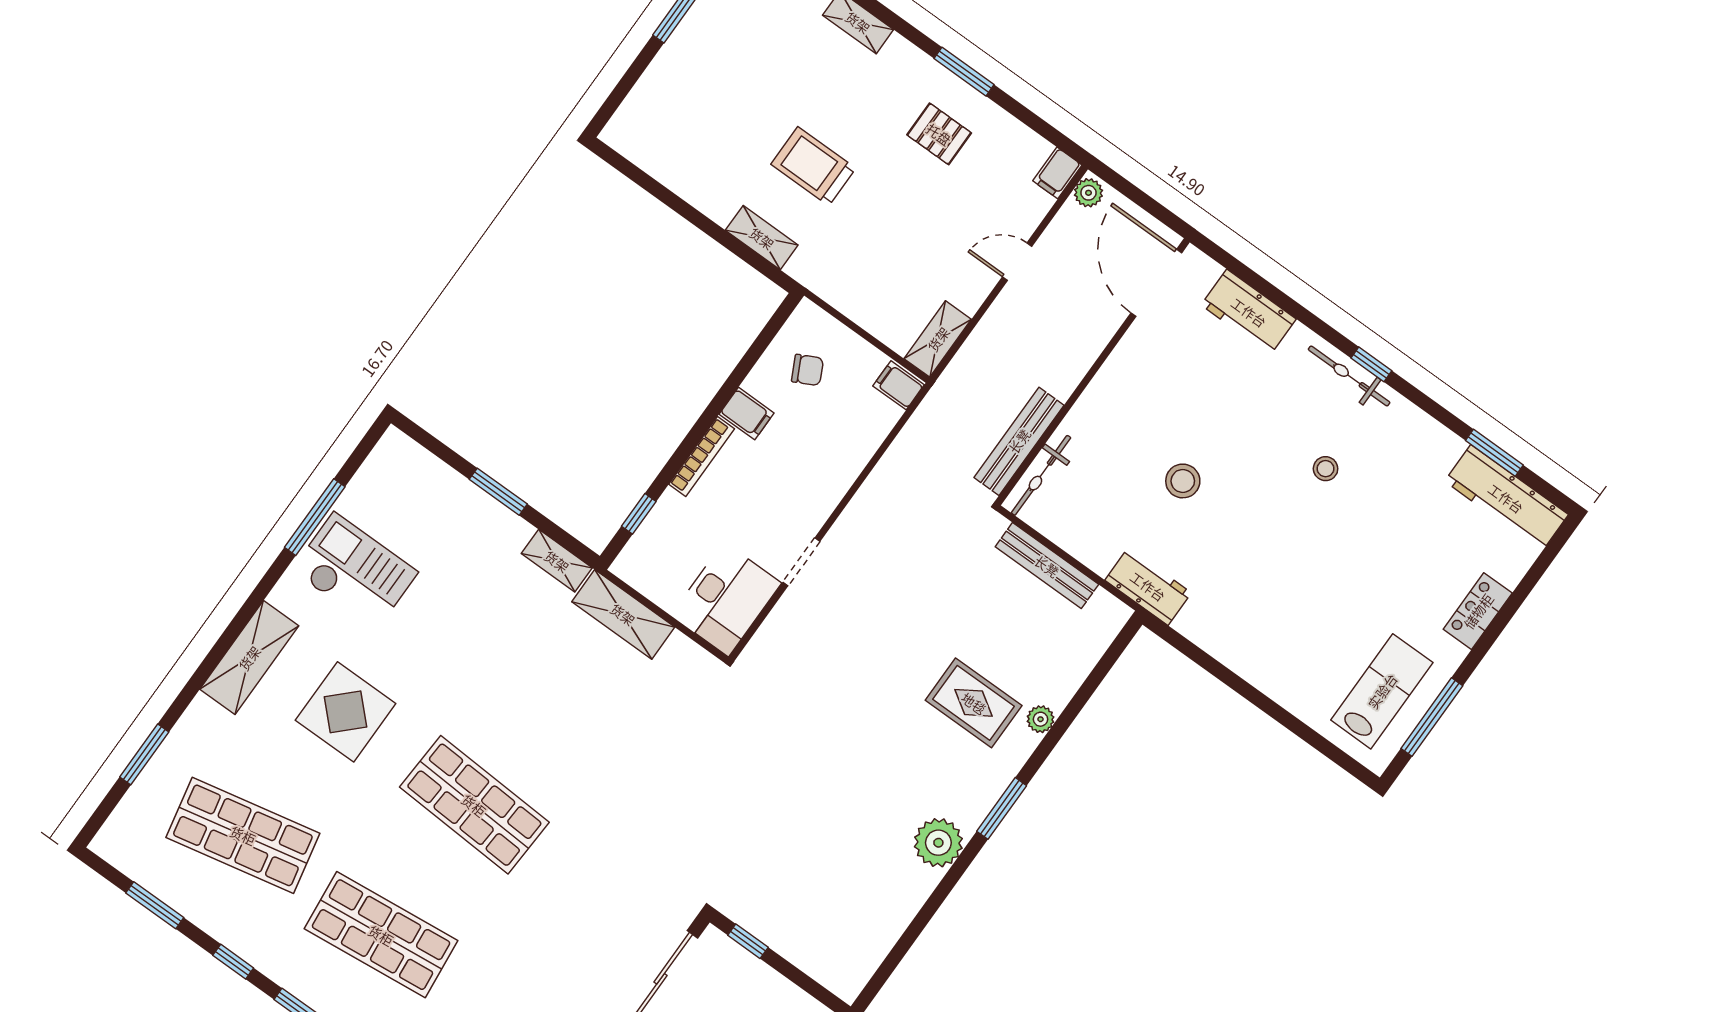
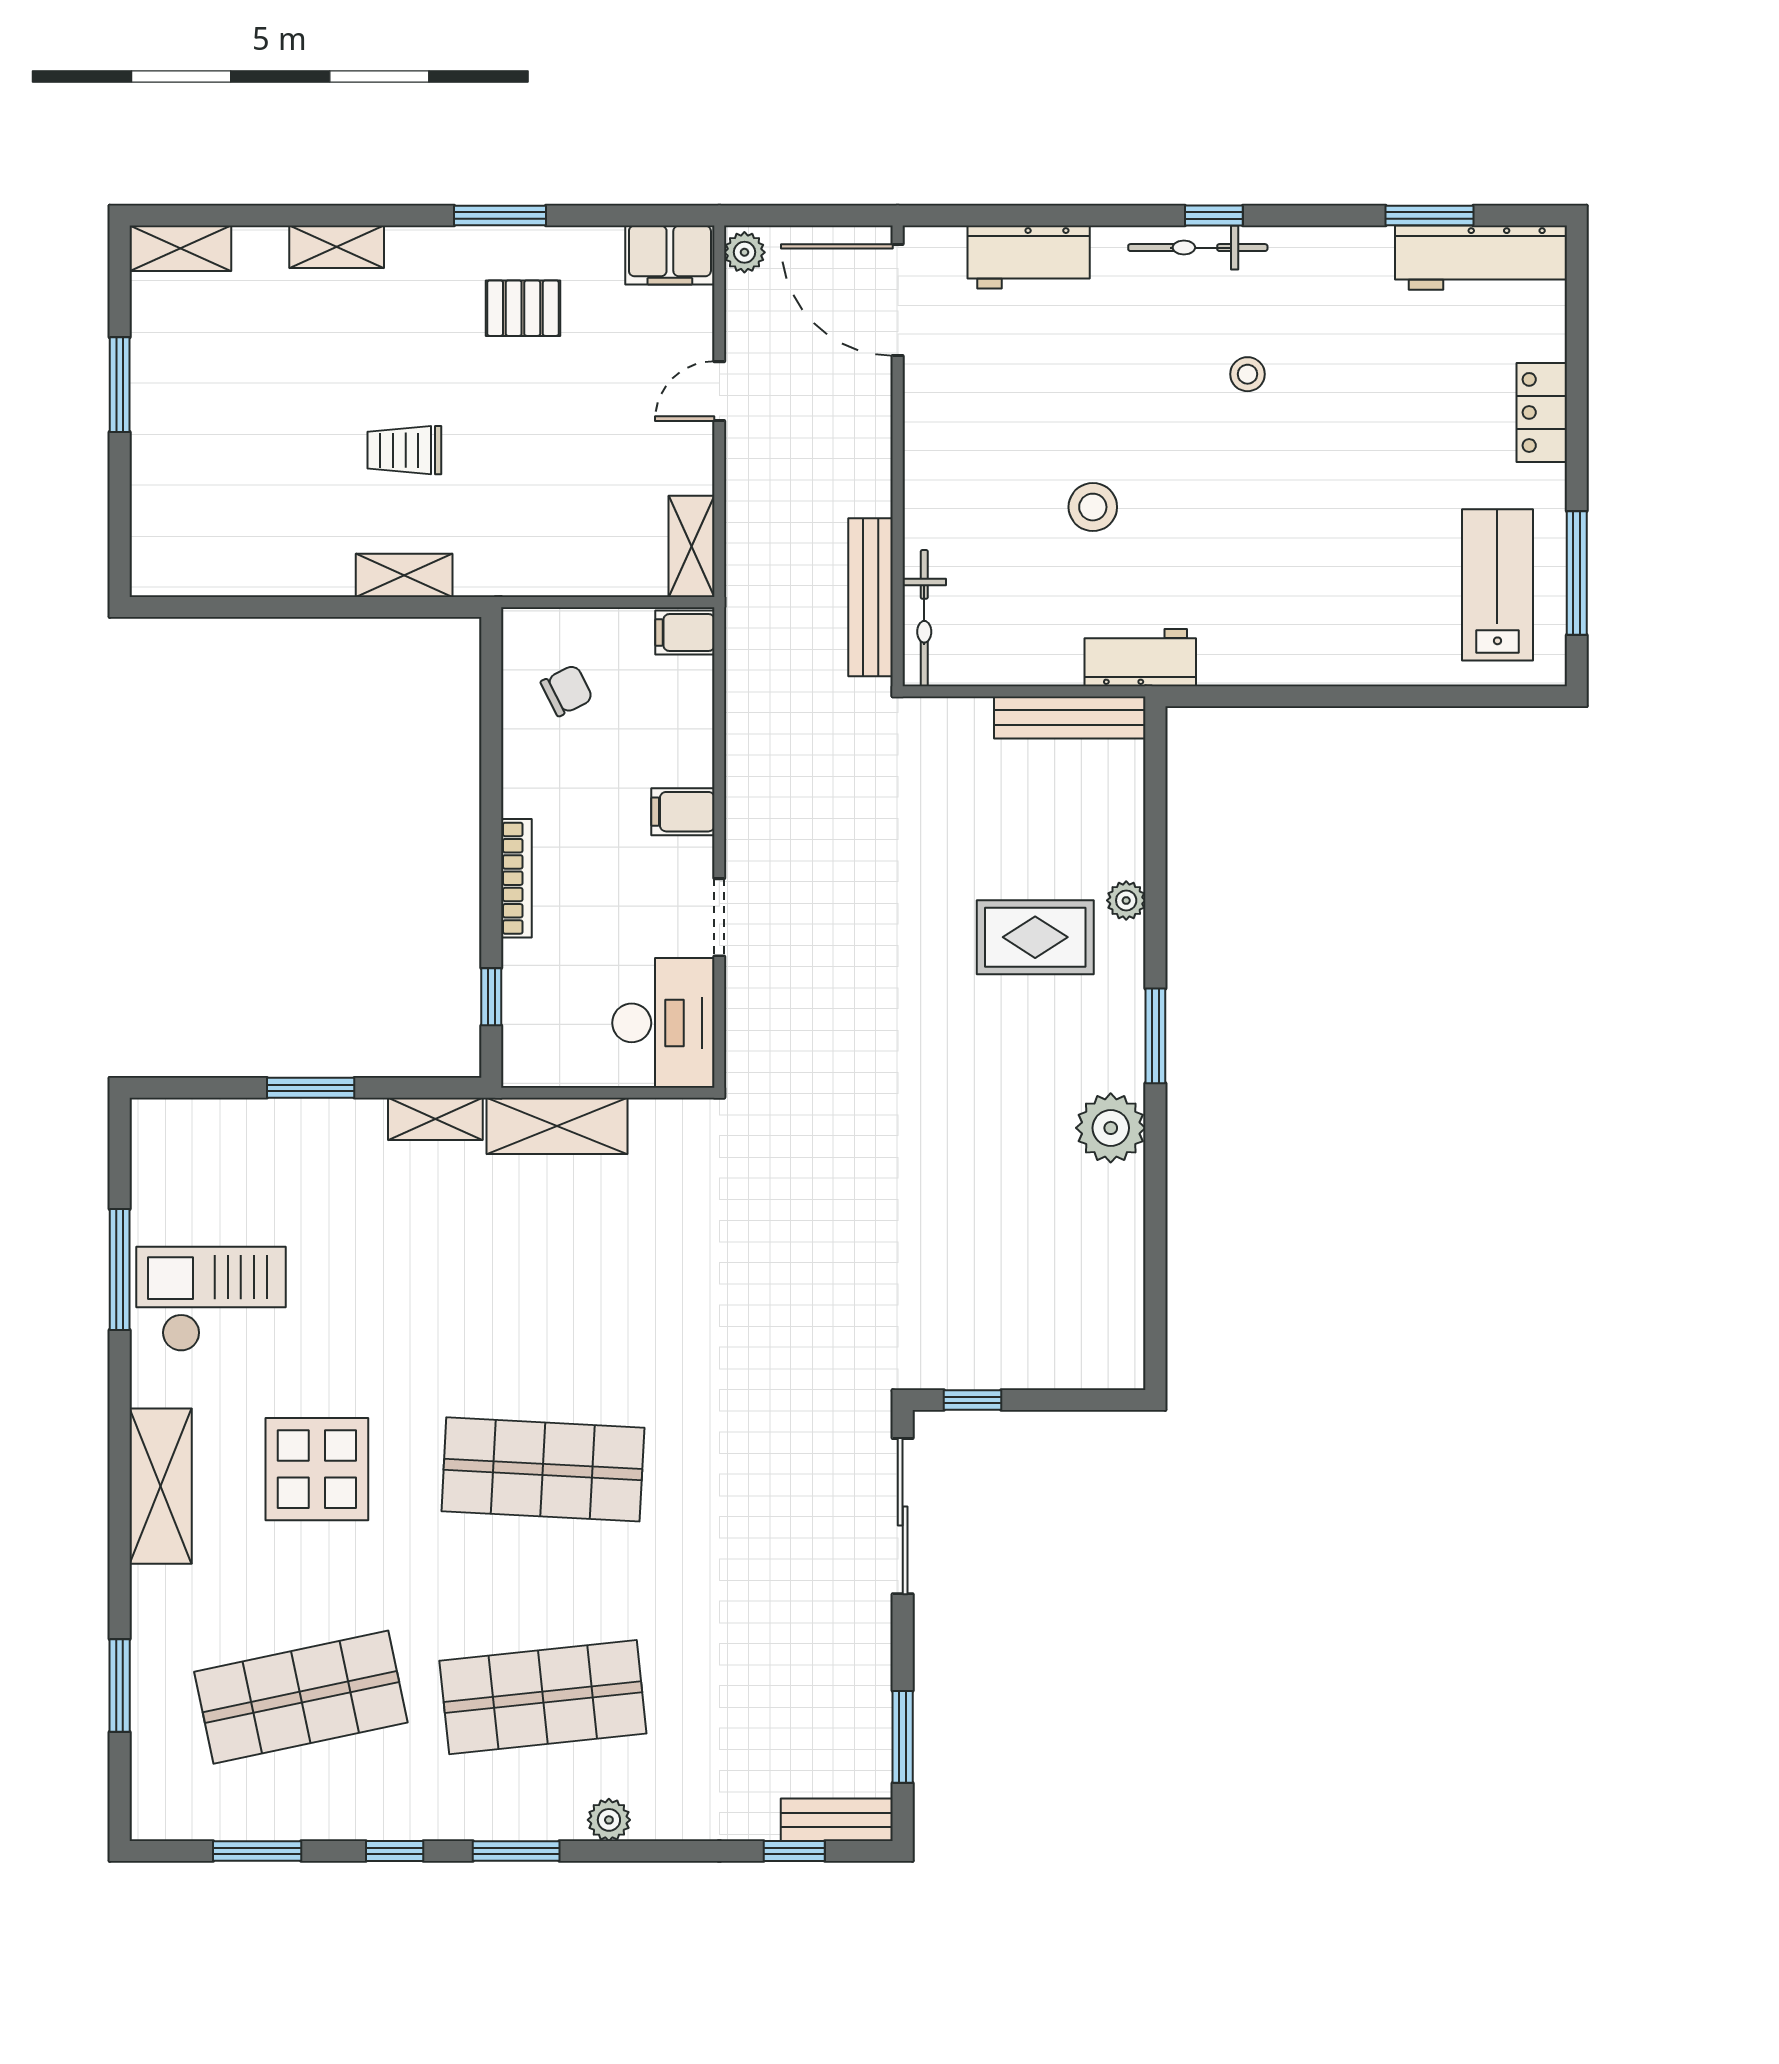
trolley: (813, 166) -> (404, 450), width x0.73, depth x0.72
filing cabinet: (1057, 173) -> (670, 255), width x2.00
filing cabinet: (747, 414) -> (683, 812), moved, turned 180
bench: (1047, 566) -> (1070, 717), moved

